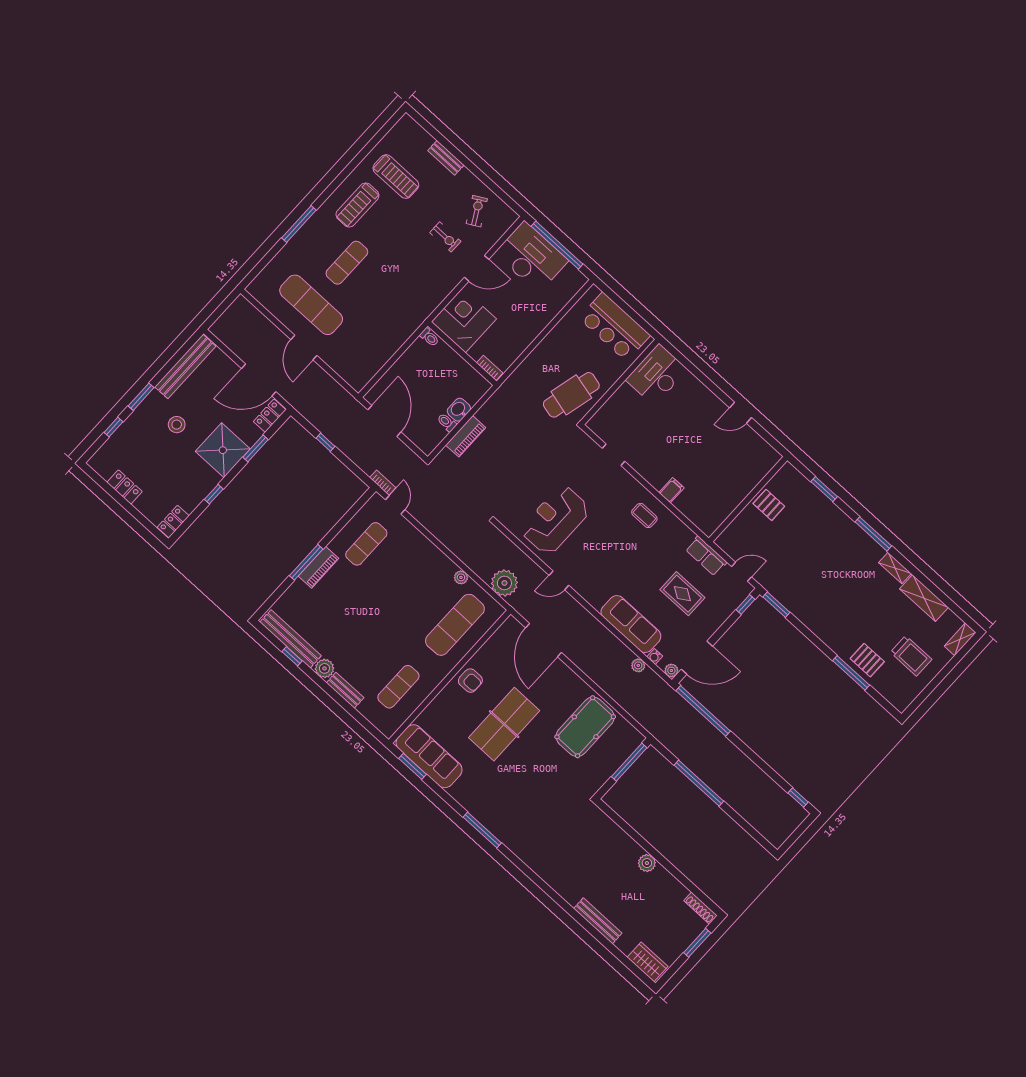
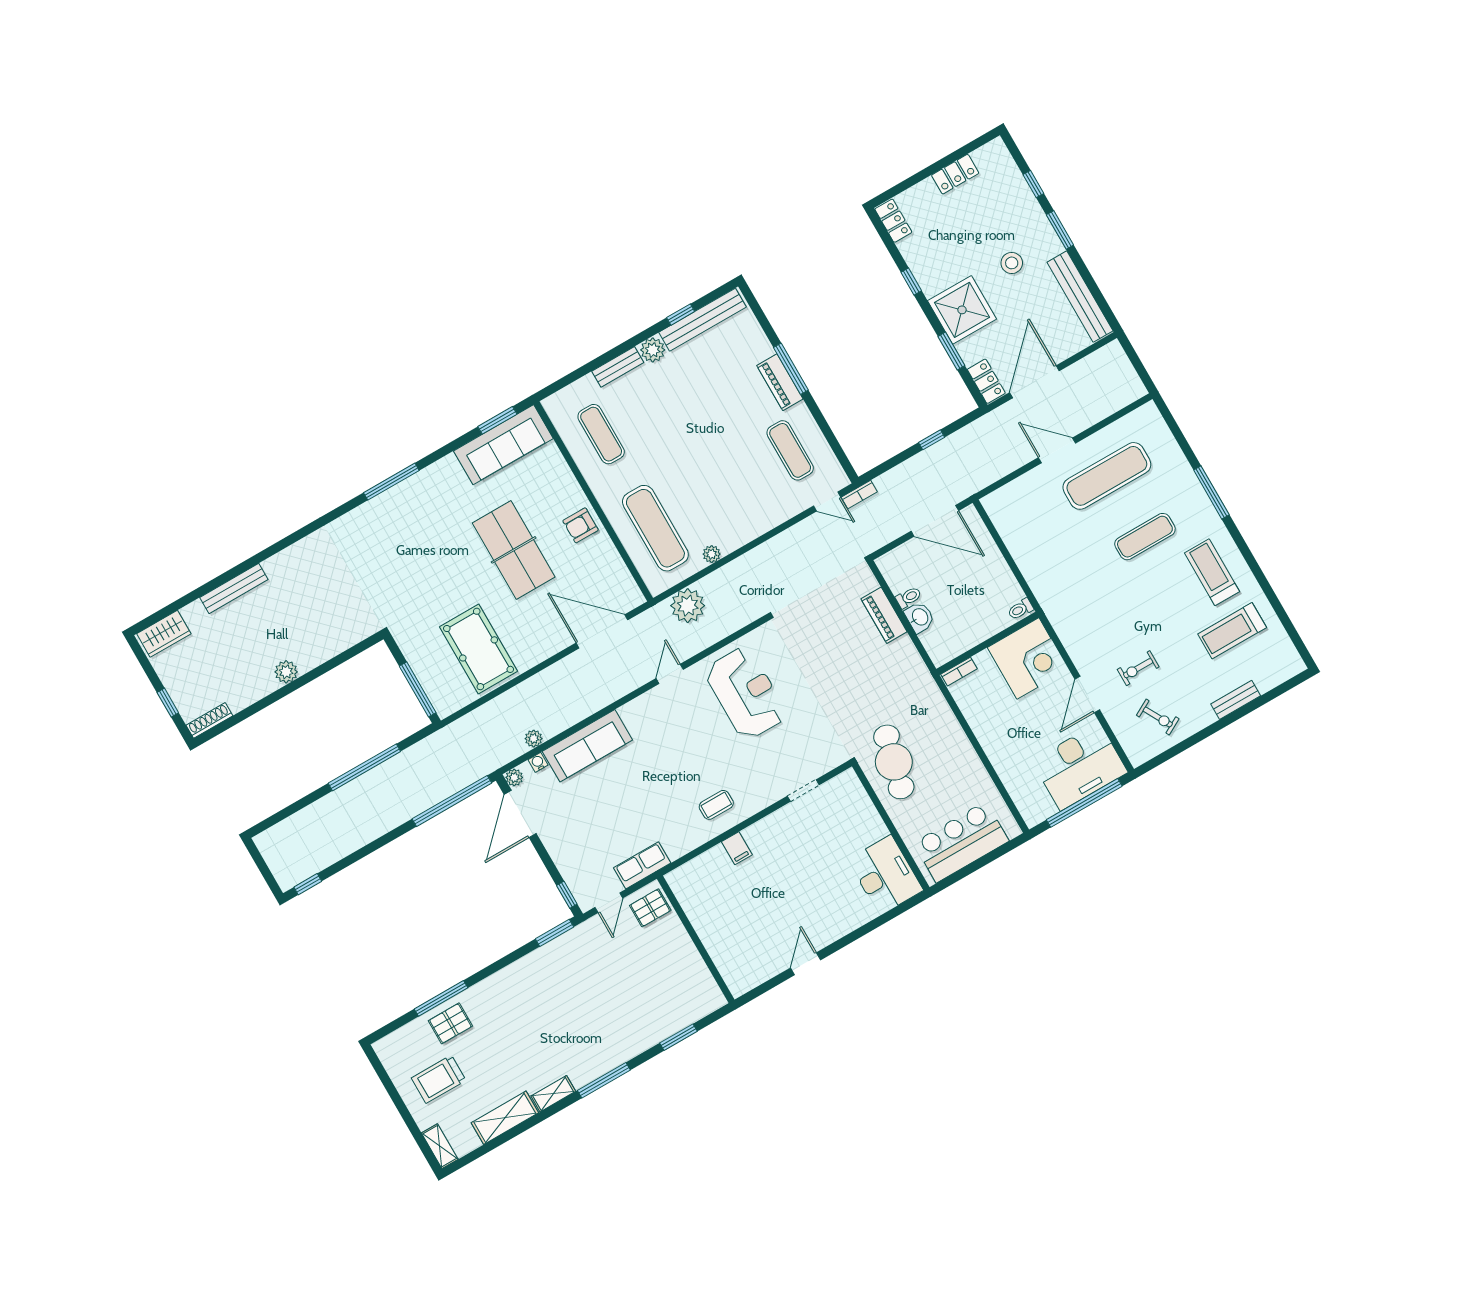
exercise mat: (347, 263) -> (1145, 537), turned 90
pallet: (769, 505) -> (650, 908), moved
rug: (682, 594) -> (605, 821), removed
window: (697, 943) -> (168, 703), width x0.67

